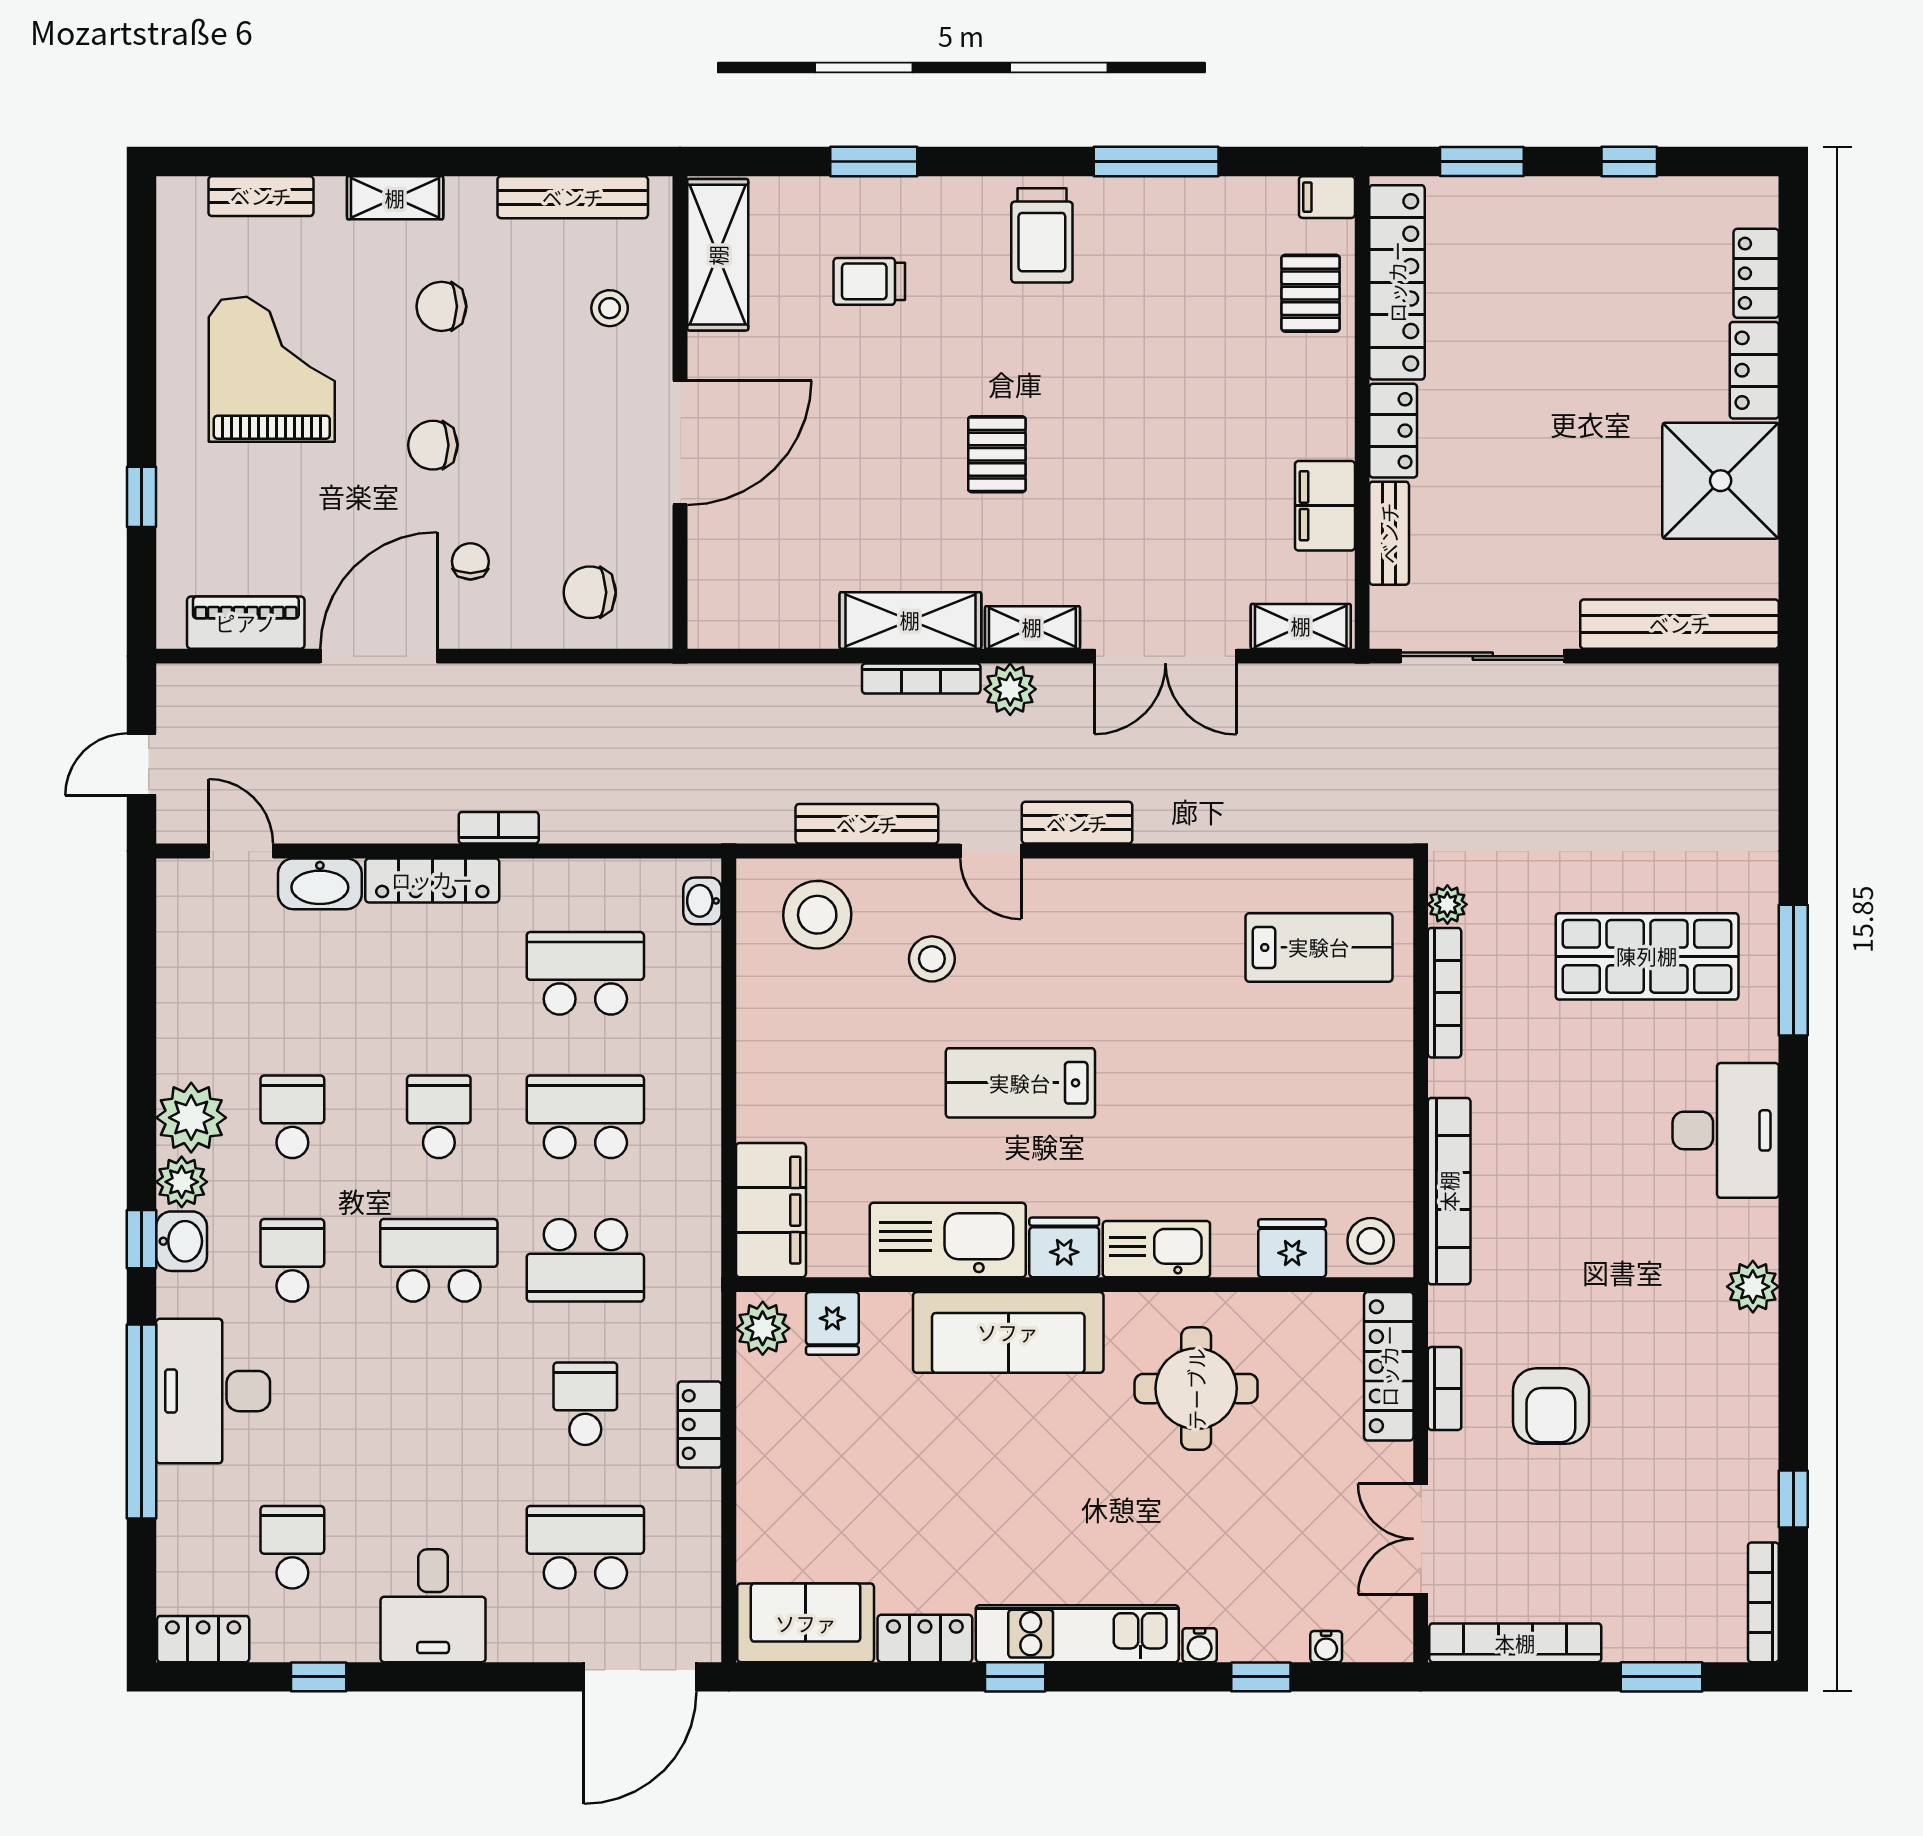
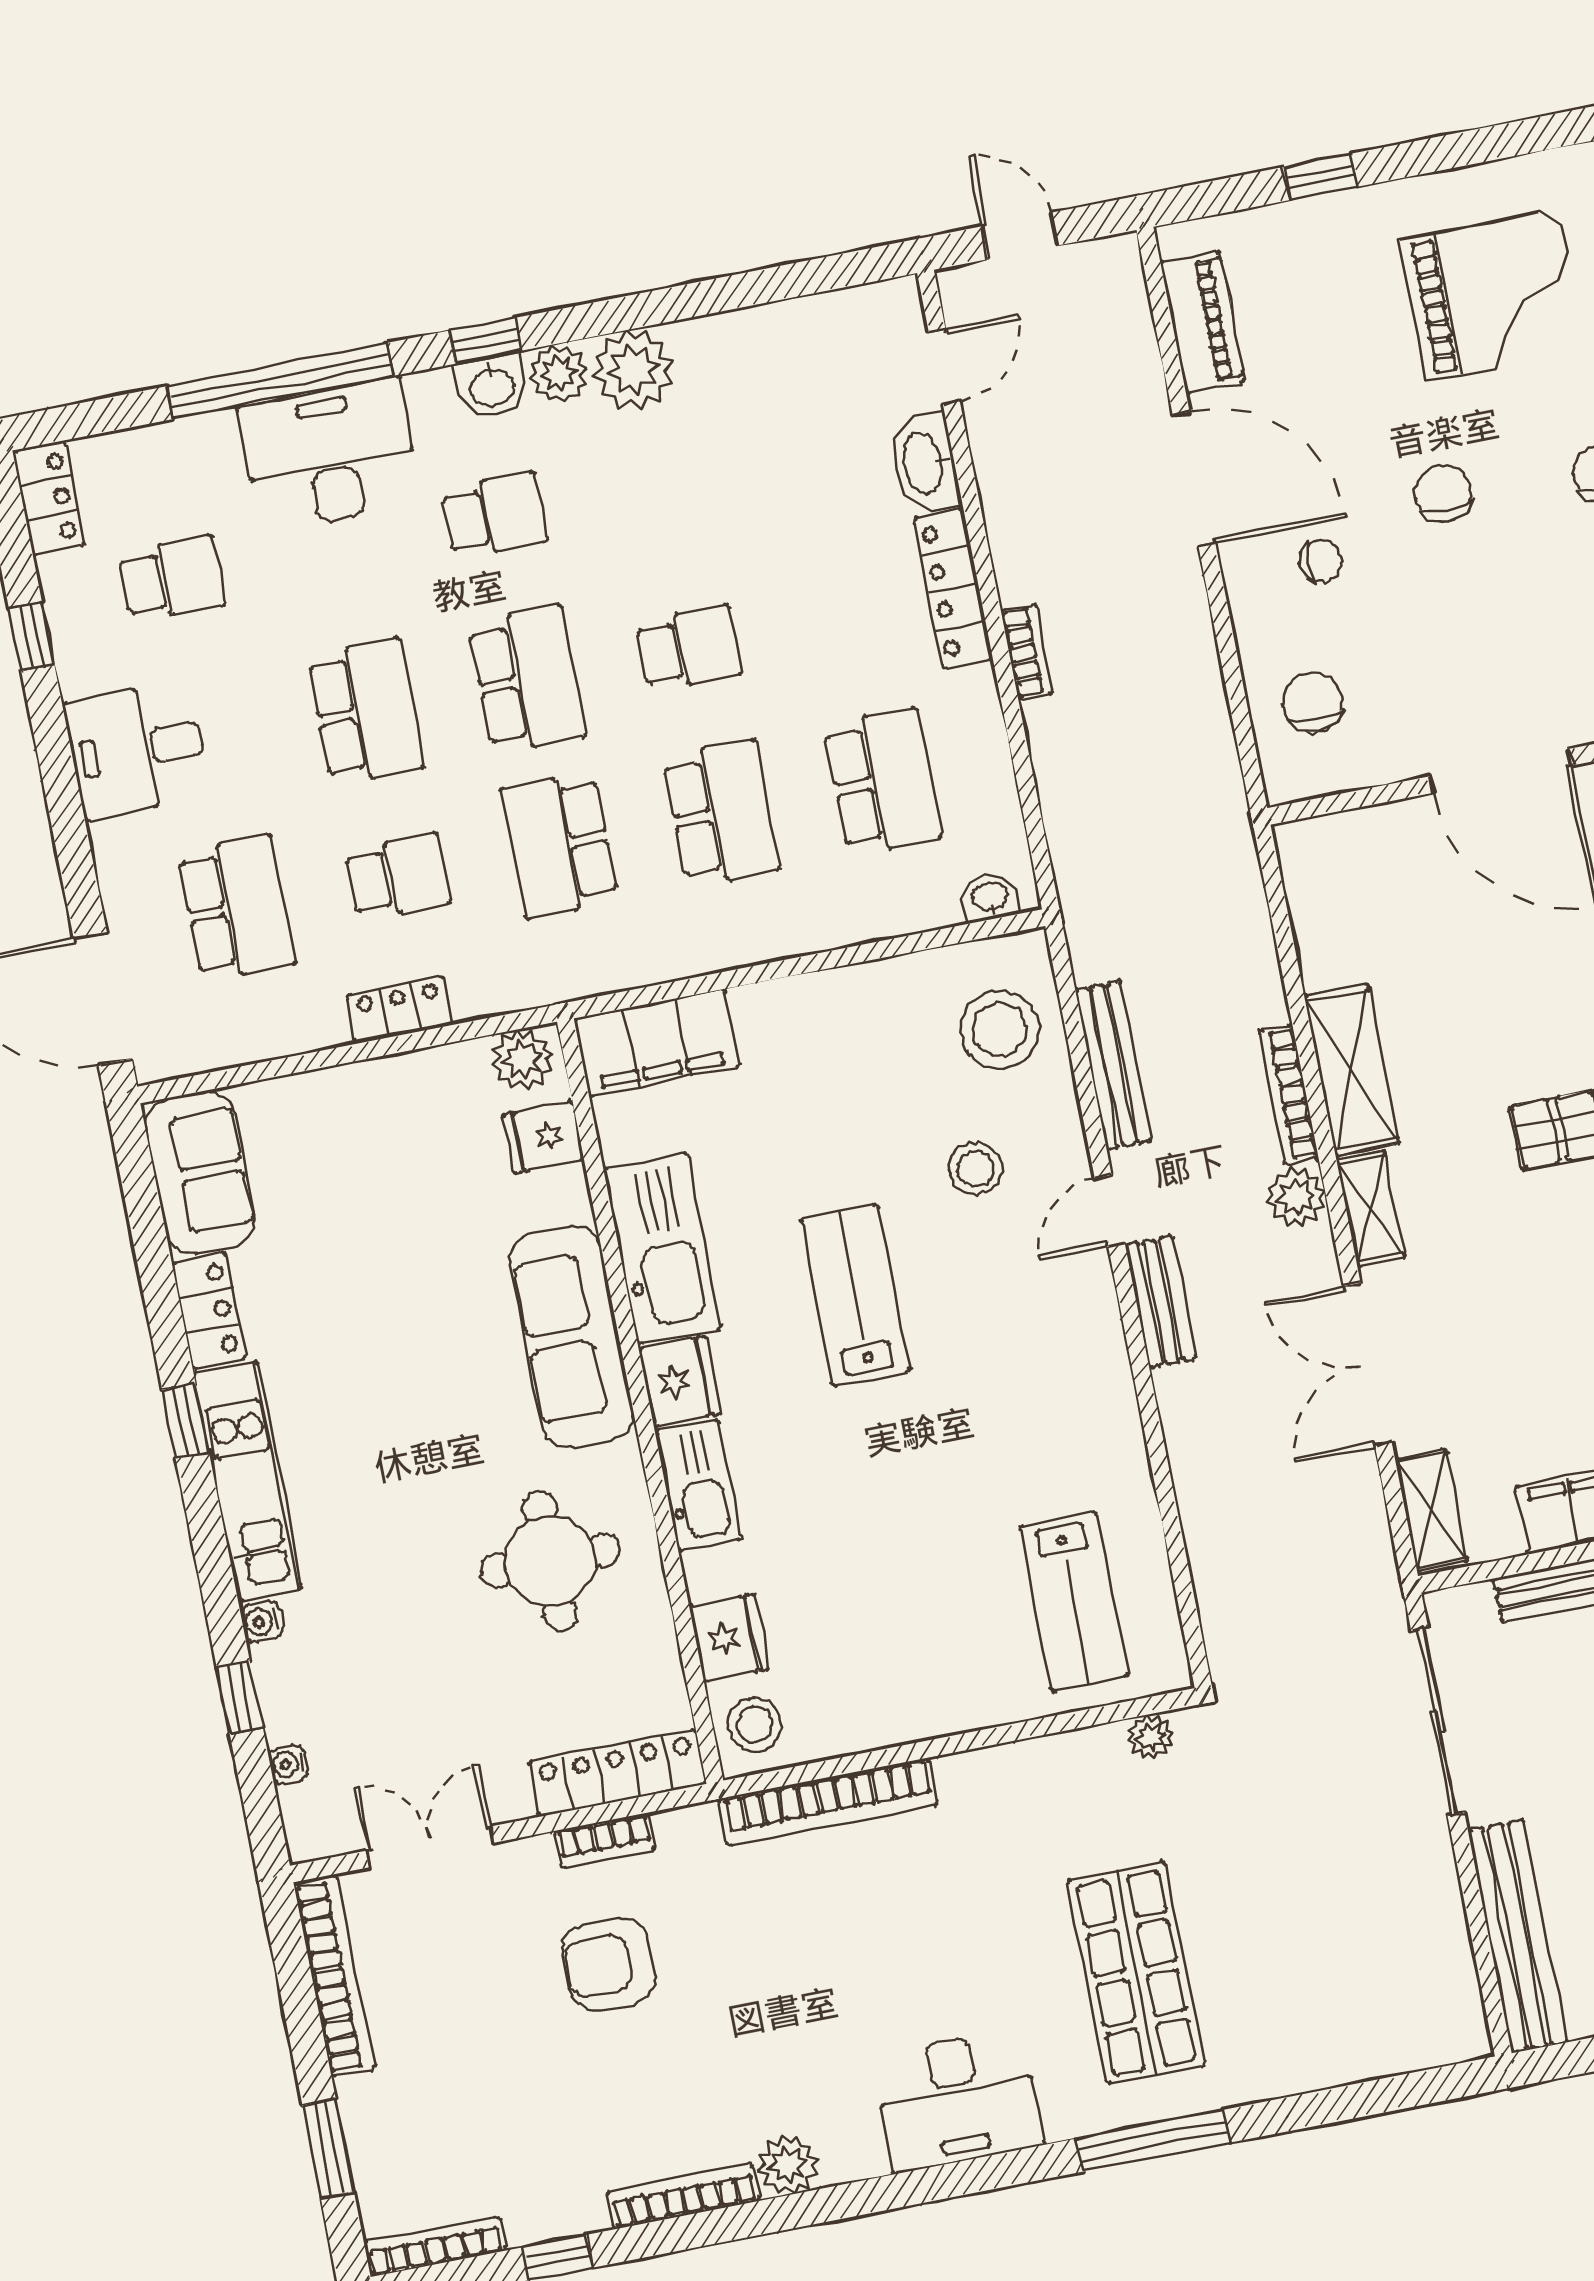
bookcase: (1445, 993) -> (683, 2196), moved, turned 180
school desk: (292, 1117) -> (366, 712), moved, width x1.85

